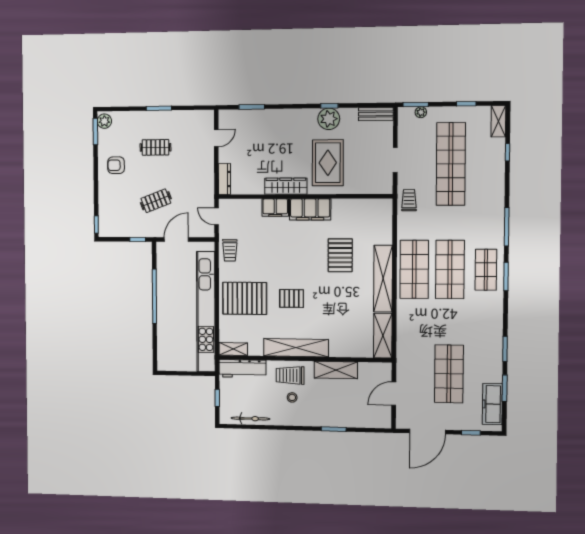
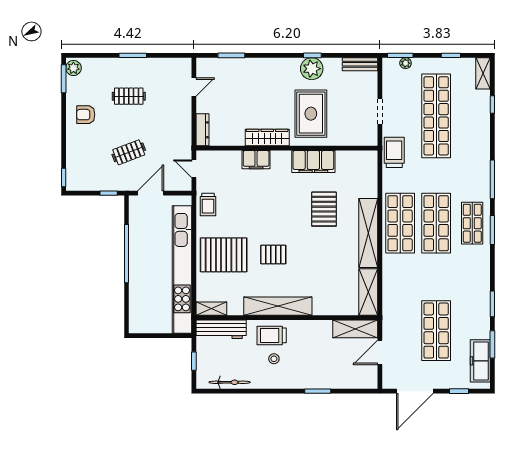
trolley: (409, 200) -> (394, 152), width x1.36, depth x1.39
filing cabinet: (310, 209) -> (313, 162), moved
shelving: (336, 370) -> (355, 329), moved

